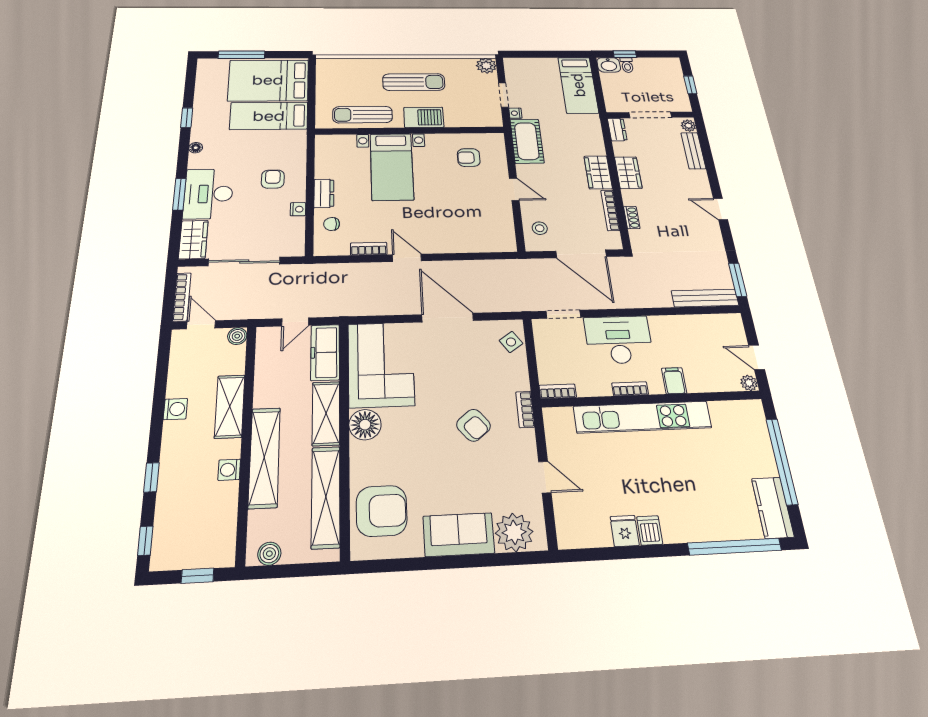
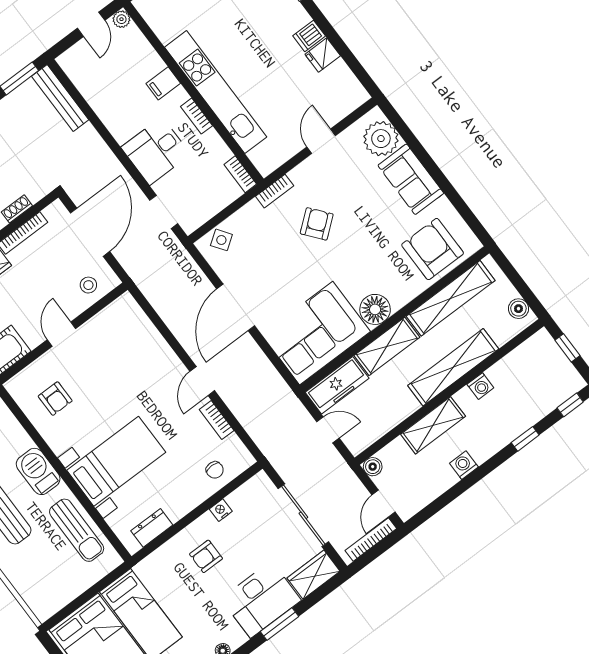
dresser: (324, 193) -> (152, 528), moved
desk: (619, 340) -> (156, 151), width x0.73

